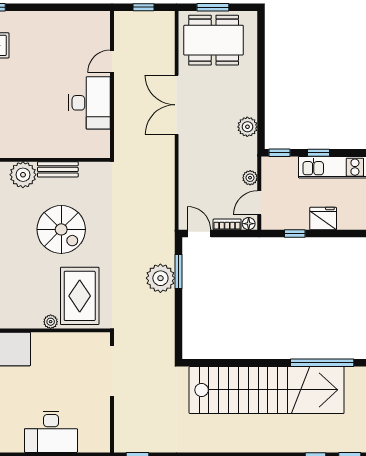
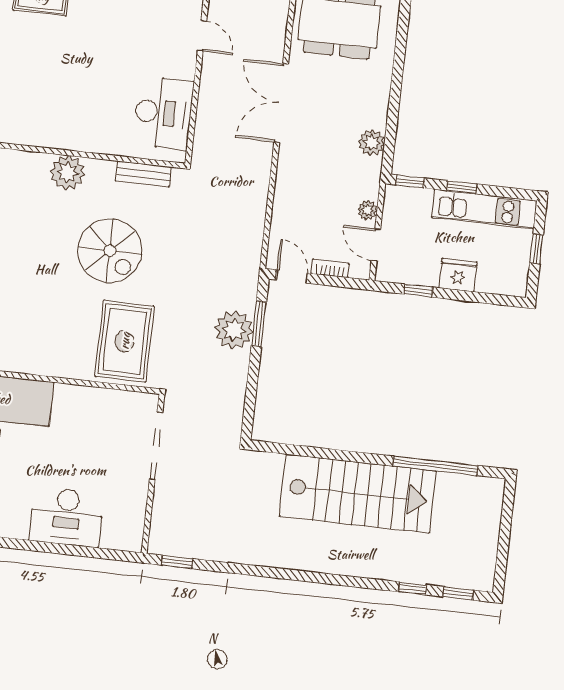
door: (112, 61) -> (202, 36), swing flipped
desk: (90, 103) -> (163, 113), moved
bench: (58, 169) -> (143, 174), moved
door: (259, 203) -> (376, 245), hinge flipped
floor lamp: (249, 224) -> (359, 271), removed
plant: (51, 322) -> (82, 371), removed
stairs: (267, 390) -> (358, 494), width x0.73

